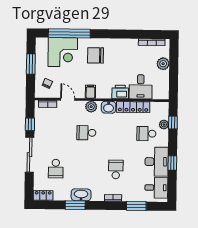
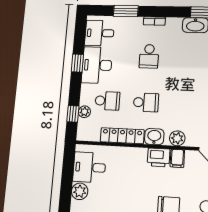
desk: (141, 87) -> (89, 167), moved, turned -90
printer: (120, 92) -> (159, 157), moved
school desk: (86, 133) -> (146, 102), moved

